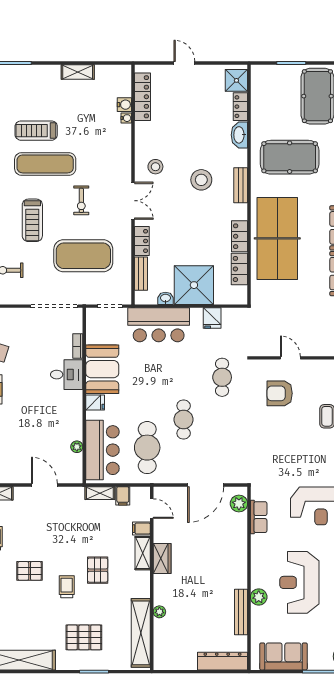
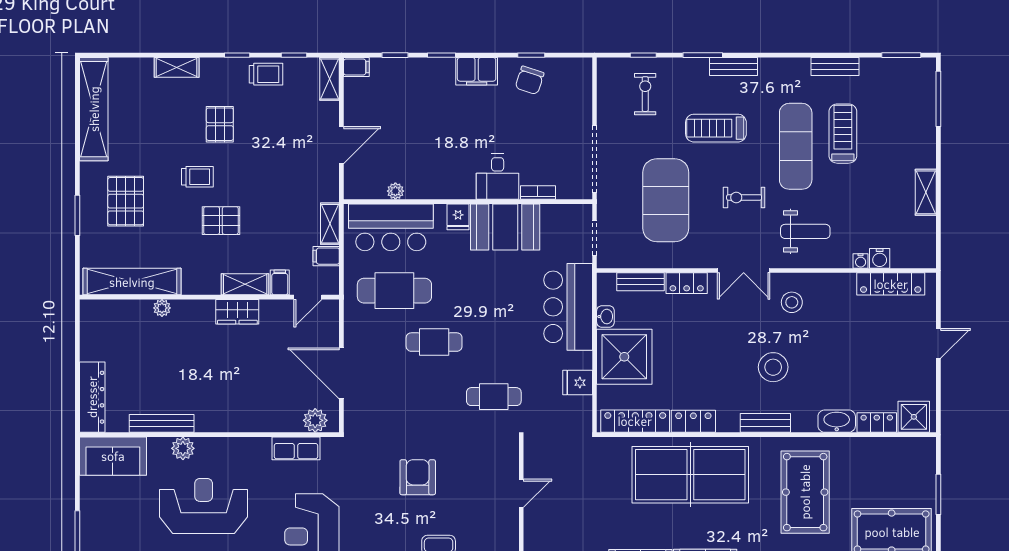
weight bench: (105, 157) -> (805, 231), added
locker: (239, 269) -> (635, 421), width x1.53
armchair: (280, 393) -> (418, 477), moved
sofa: (283, 656) -> (113, 456), moved, turned 90

